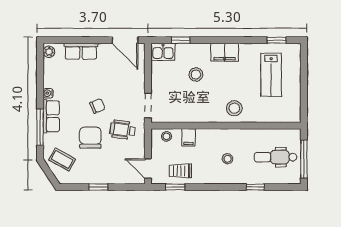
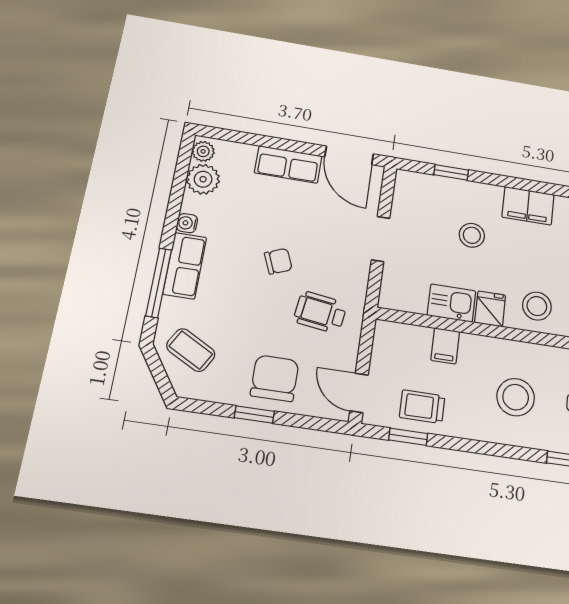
row of seats: (81, 51) -> (288, 164), moved
kitchen sink: (163, 52) -> (451, 303), moved, turned 180
plant: (52, 67) -> (203, 179), added
doorway: (148, 105) -> (381, 239), moved
fridge: (210, 114) -> (490, 309), added
stool: (166, 136) -> (403, 337), removed
chair: (90, 138) -> (275, 378), moved
stool: (228, 159) -> (516, 397), width x1.89, depth x1.89

